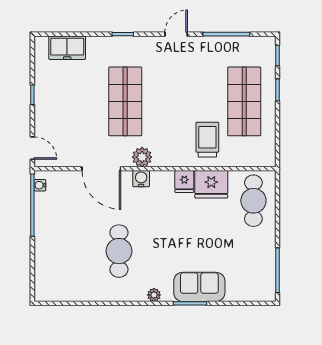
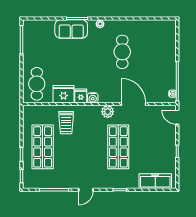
freezer: (67, 48) -> (155, 181), width x1.40
water cooler: (141, 179) -> (93, 98), moved

